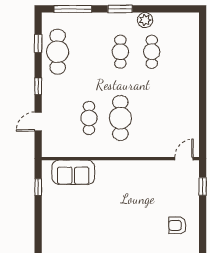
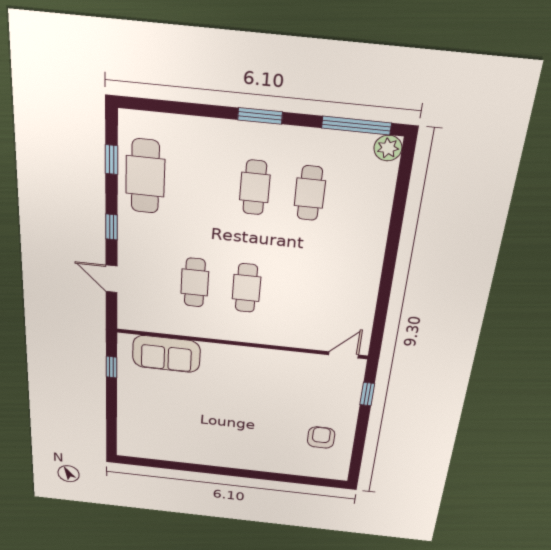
window: (73, 9) -> (356, 126), moved
plant: (145, 20) -> (388, 148), moved
cafe table: (120, 118) -> (246, 288), width x0.73, depth x0.74
door: (38, 122) -> (111, 279), hinge flipped
armchair: (177, 225) -> (321, 437), turned 90

